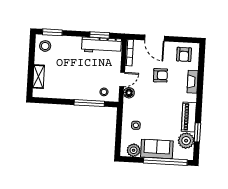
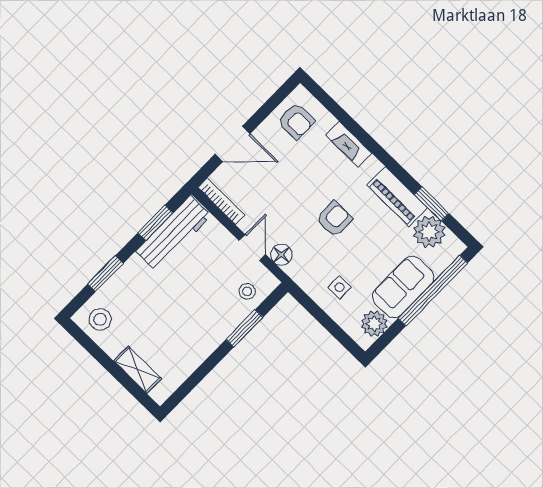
window: (52, 32) -> (105, 274), moved
armchair: (160, 75) -> (334, 219), moved
window: (89, 103) -> (244, 328), width x0.69

